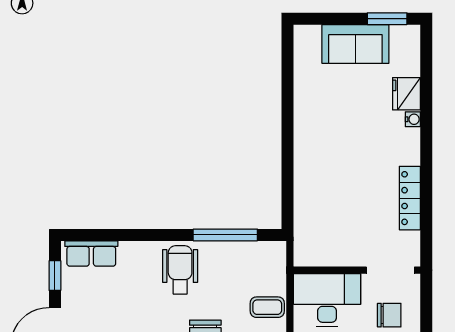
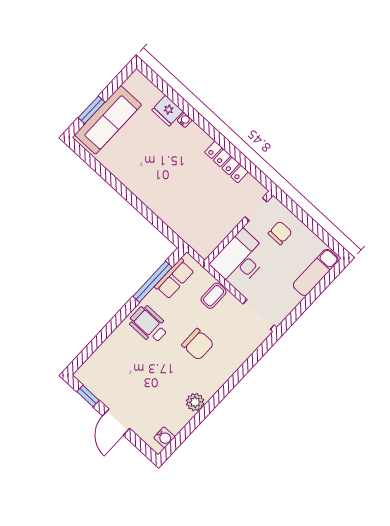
window: (387, 19) -> (92, 110), moved
sofa: (355, 44) -> (108, 120), width x1.36
row of seats: (91, 253) -> (174, 279), moved
doorway: (390, 270) -> (256, 209), width x0.73

